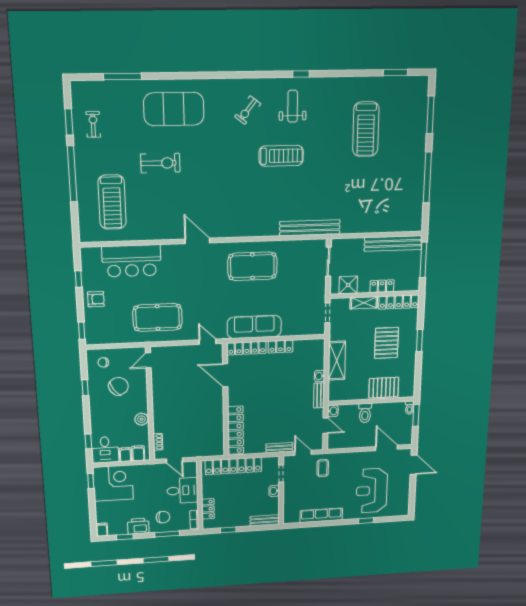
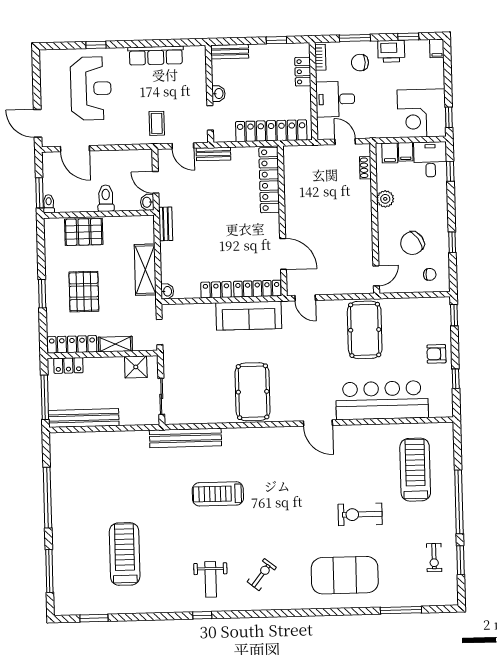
treadmill: (281, 156) -> (218, 494), moved
bar counter: (132, 261) -> (382, 400), width x1.36
pool table: (252, 266) -> (253, 392), turned 90
locker: (382, 286) -> (68, 365), moved
pool table: (158, 317) -> (365, 330), turned 90
washbasin: (319, 376) -> (167, 291), moved

